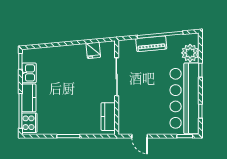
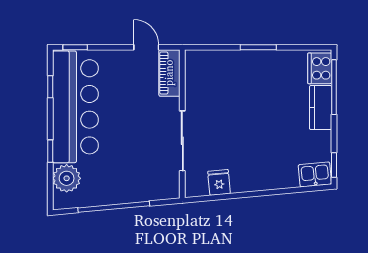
piano: (151, 44) -> (169, 73), moved, turned -85
kitchen sink: (29, 73) -> (315, 174), moved, turned 85
kitchen counter: (108, 117) -> (196, 78), removed

